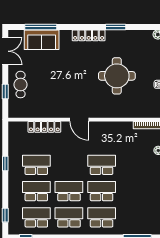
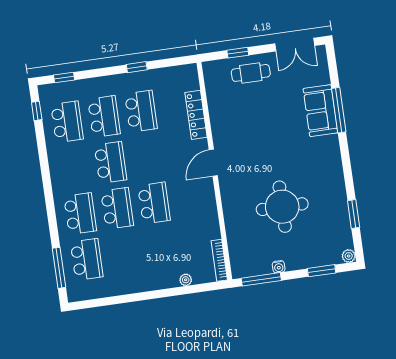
window: (41, 27) -> (339, 110), moved
window: (116, 27) -> (354, 214), moved
locker: (89, 35) -> (334, 159), removed
sofa: (42, 40) -> (320, 111), moved
school desk: (69, 217) -> (87, 259), moved

